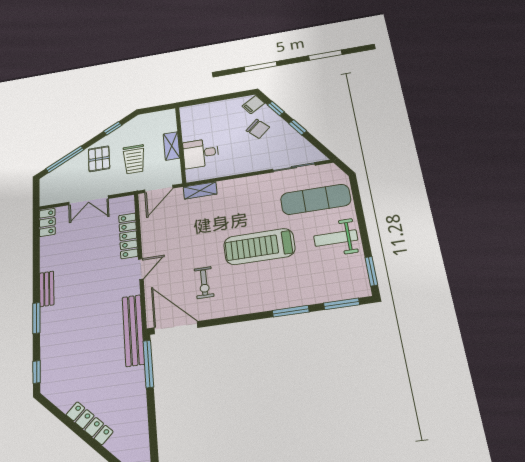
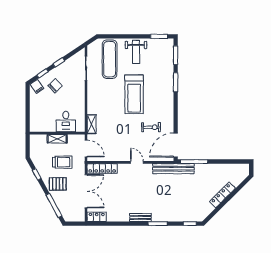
double door: (89, 200) -> (86, 191), width x1.37
locker: (128, 236) -> (102, 168), moved

